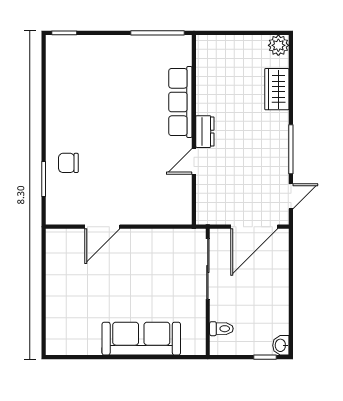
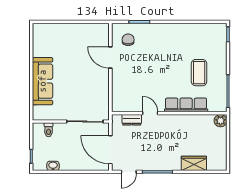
plant: (278, 45) -> (220, 121), moved
coffee table: (127, 81) -> (199, 73), added
dresser: (205, 132) -> (132, 120), moved
chair: (68, 163) -> (128, 40), moved
door: (291, 196) -> (129, 172), hinge flipped
washbasin: (281, 345) -> (53, 166), moved

